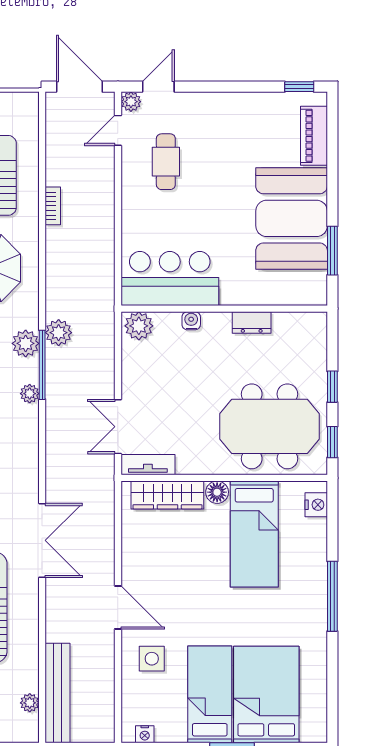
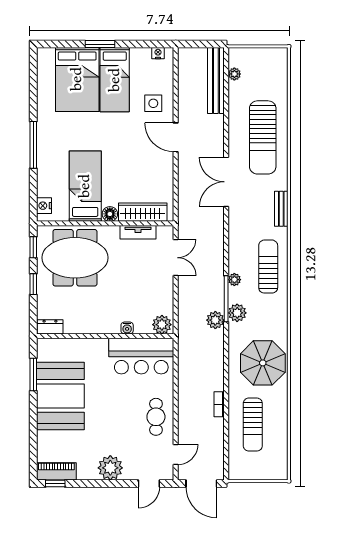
plant: (131, 102) -> (110, 468), moved, width x1.87, depth x1.87
piano: (314, 136) -> (56, 471), moved, turned -90
cafe table: (166, 162) -> (156, 417), moved
dresser: (252, 322) -> (50, 327), moved
tv unit: (148, 465) -> (138, 232), moved

